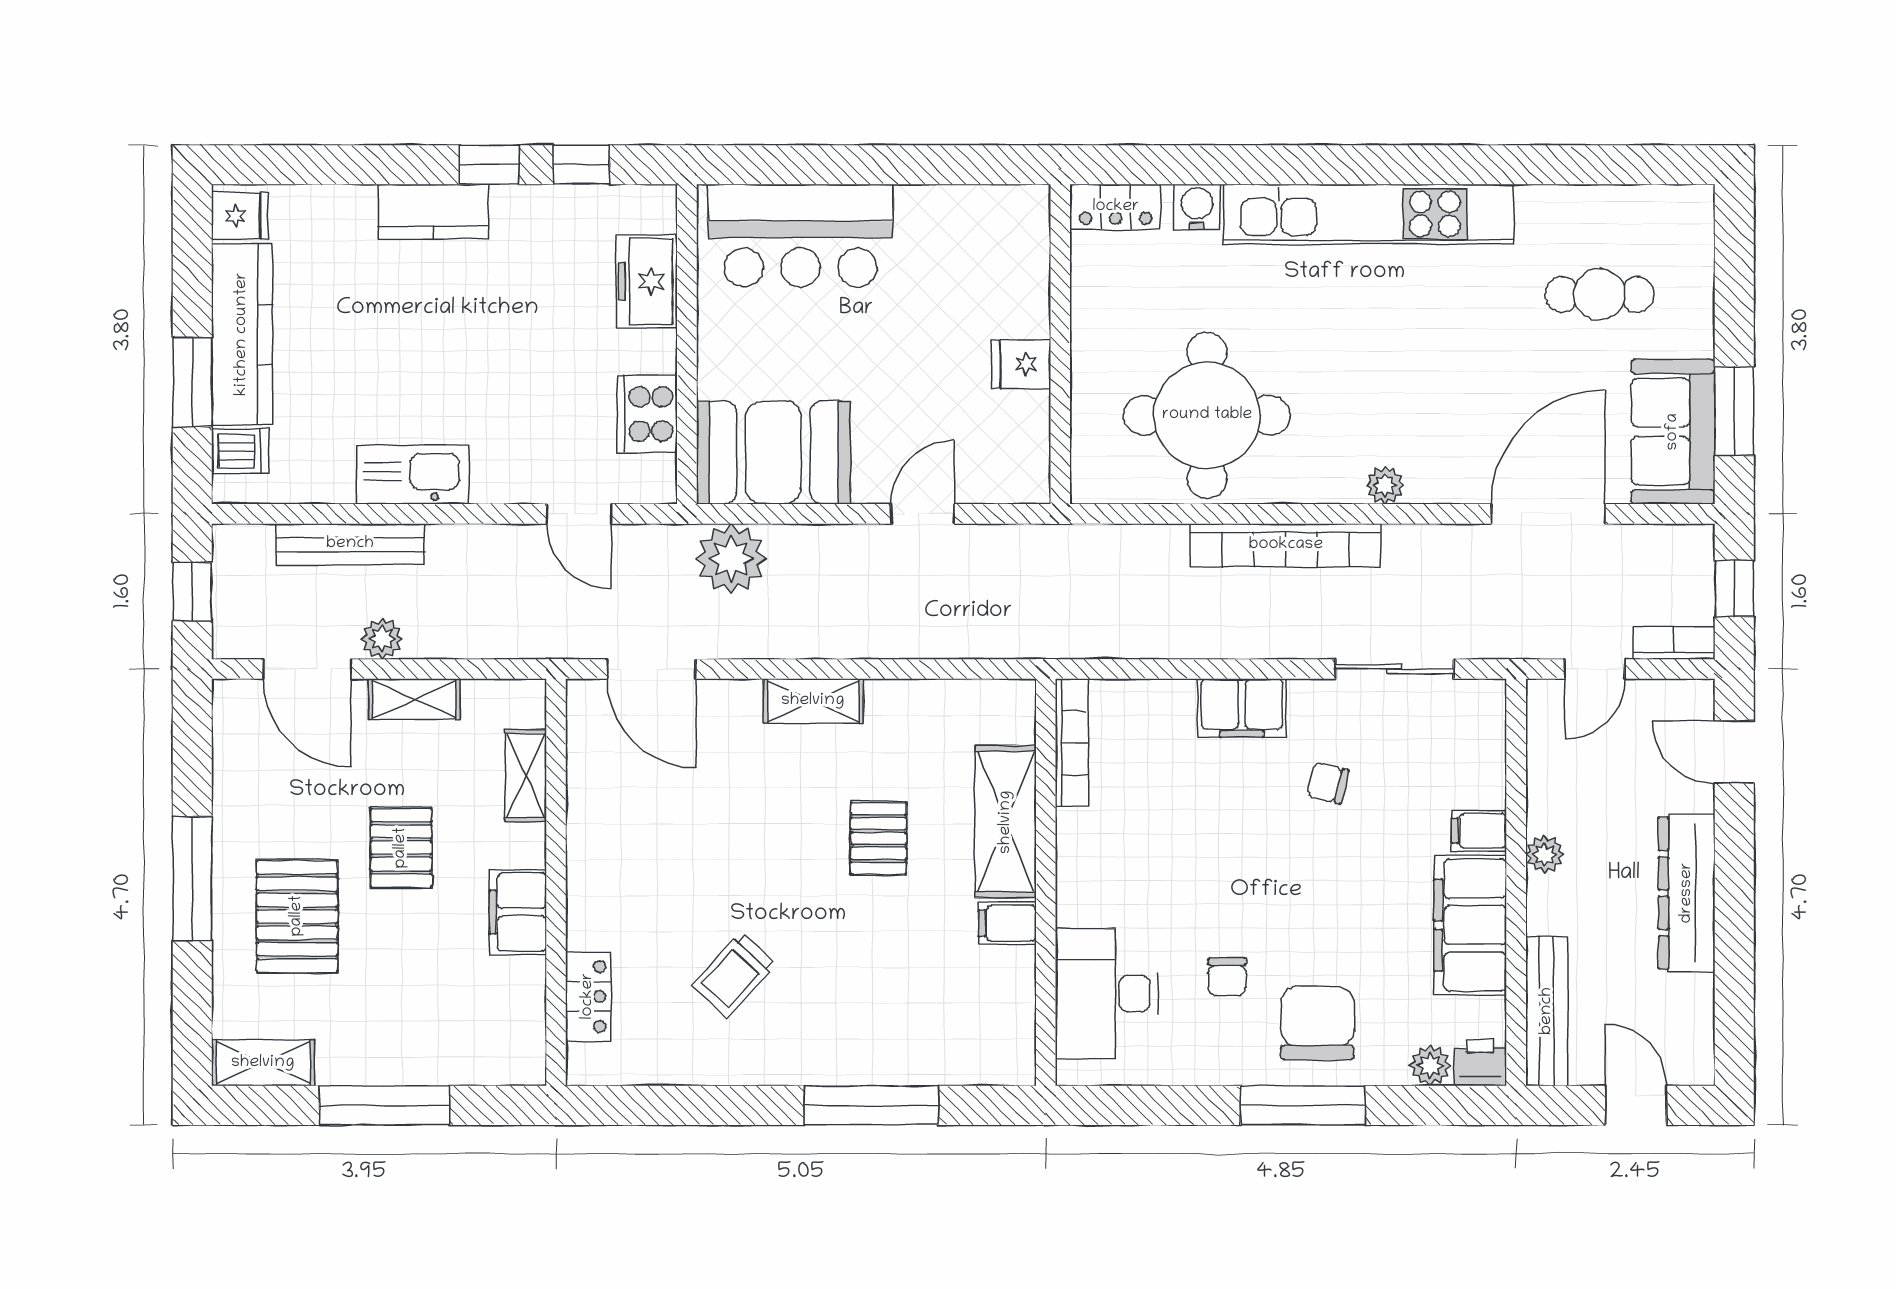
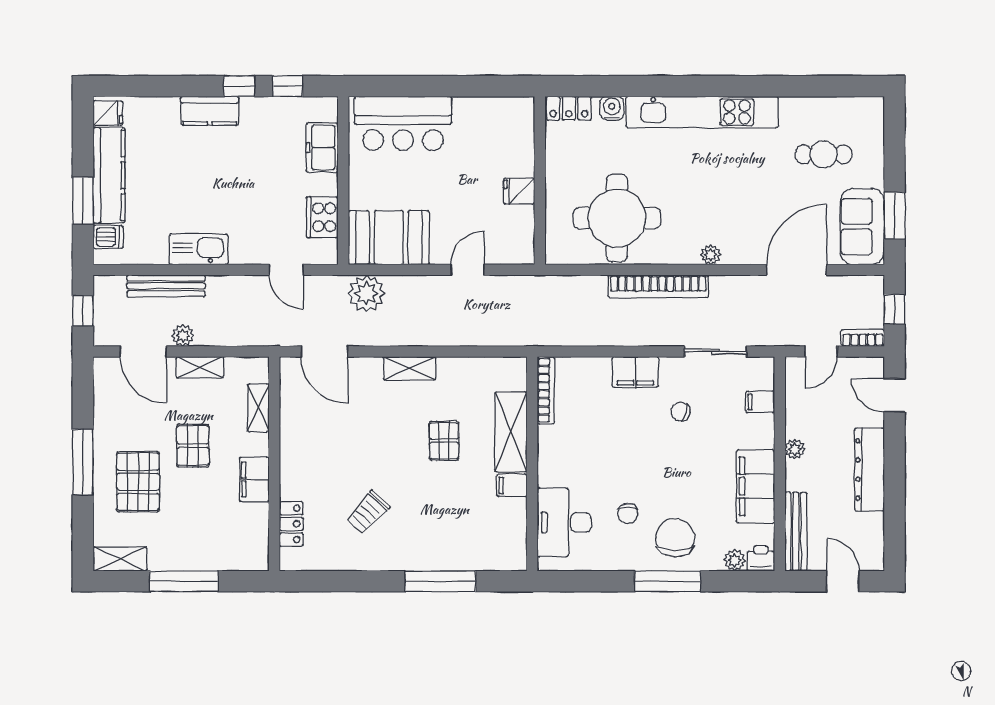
filing cabinet: (1479, 831) -> (760, 402), moved

